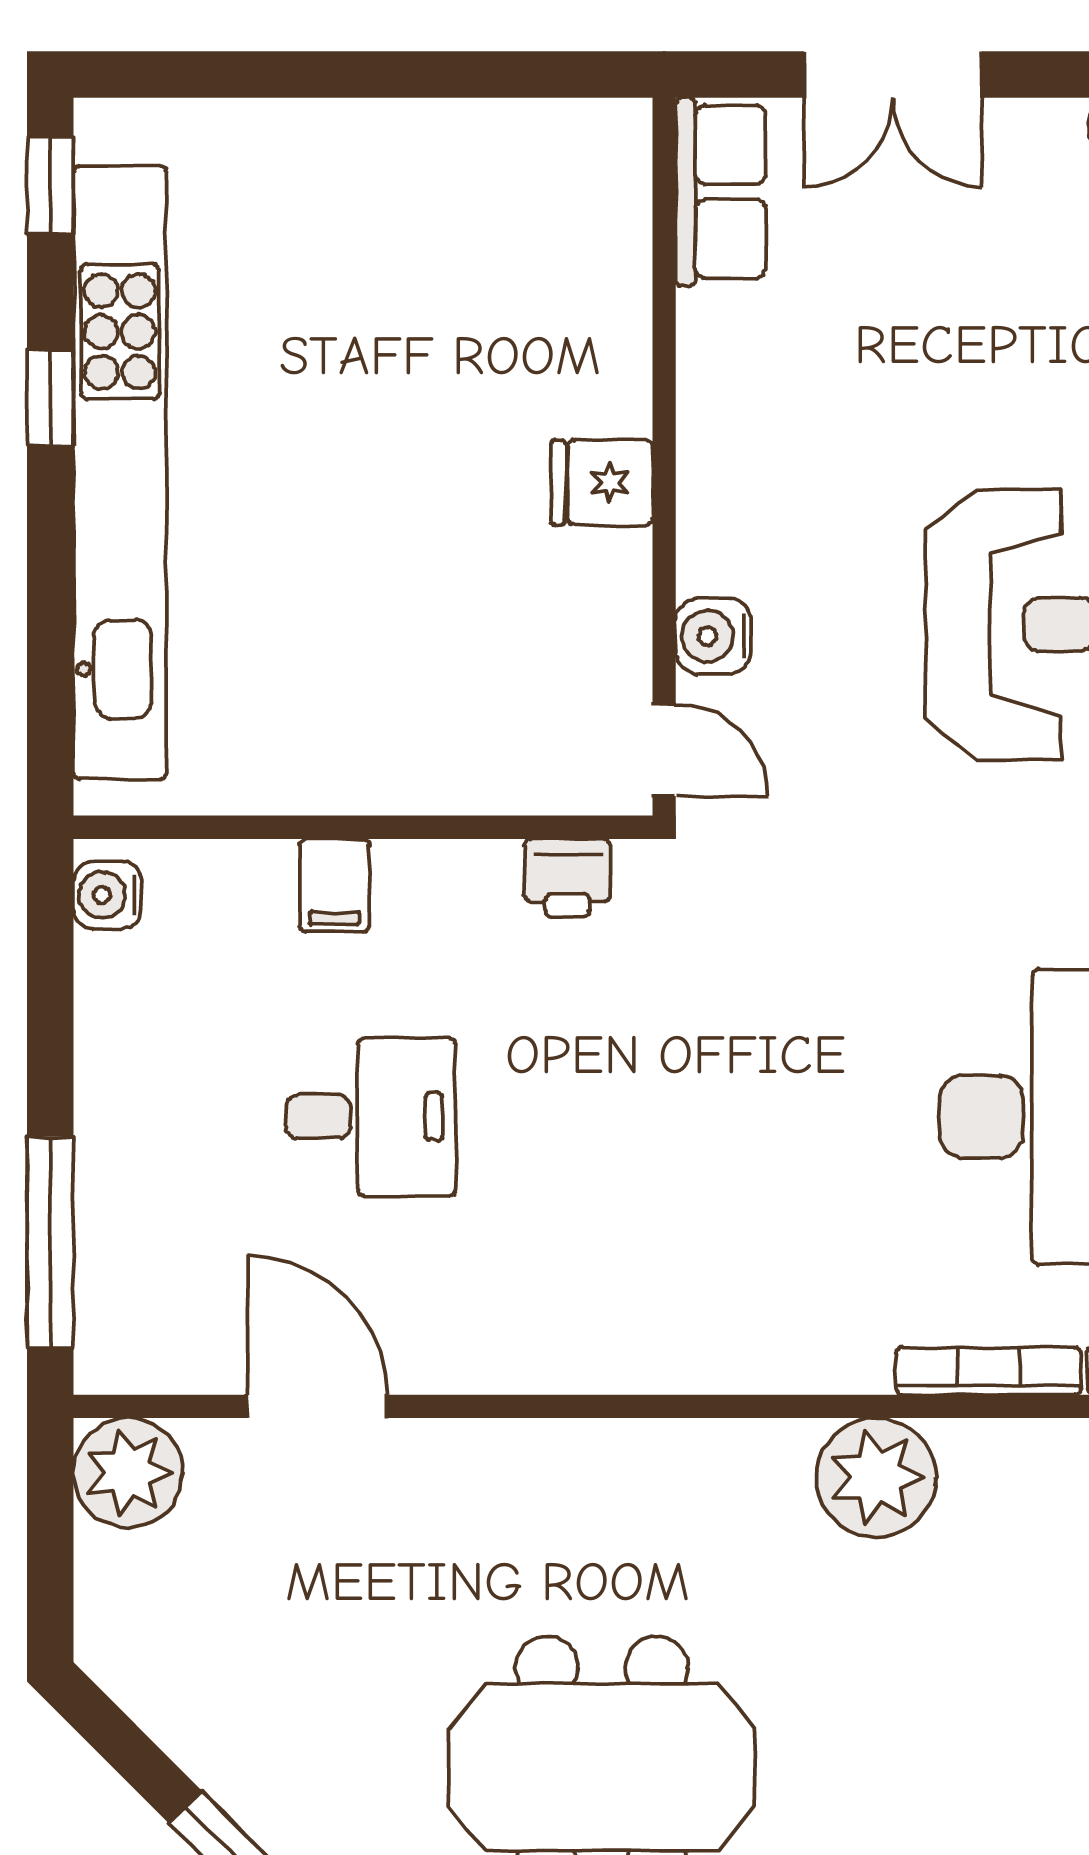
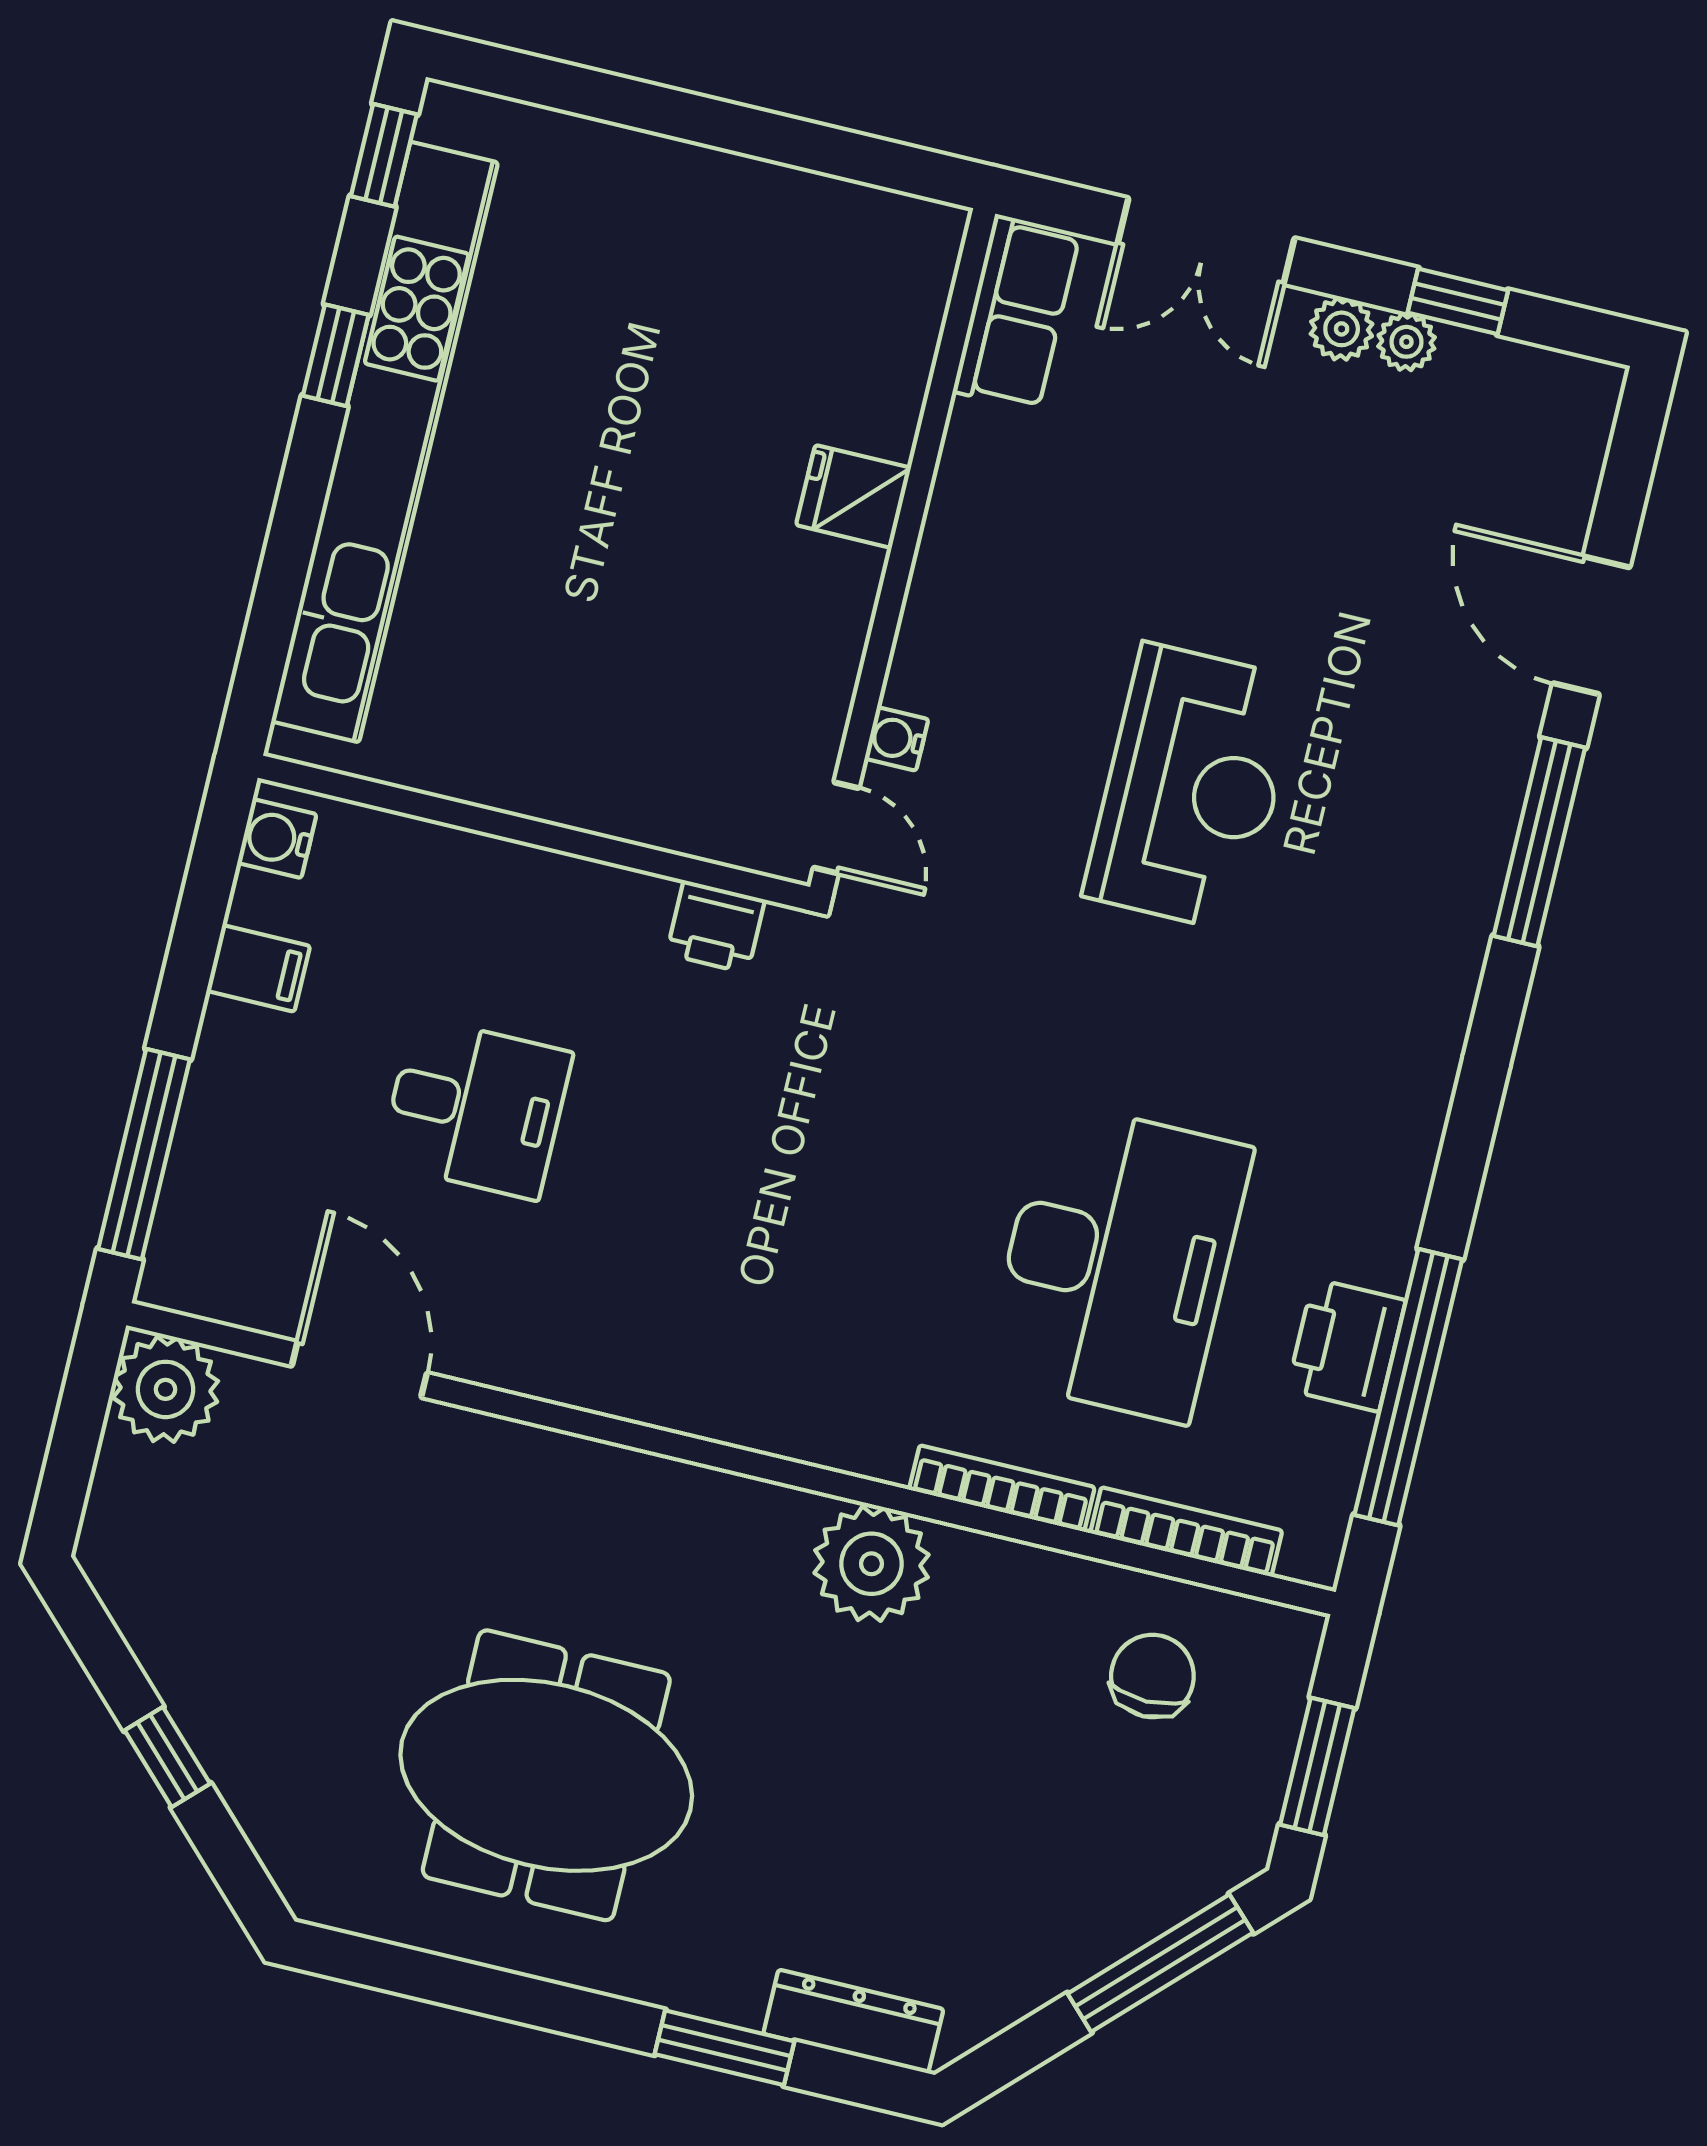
plant: (1050, 130) -> (1342, 329), added
fridge: (602, 482) -> (853, 496), moved
water cooler: (713, 636) -> (896, 739), width x0.72, depth x0.72
filing cabinet: (335, 885) -> (258, 968), moved, turned -90

